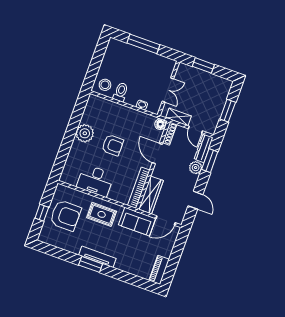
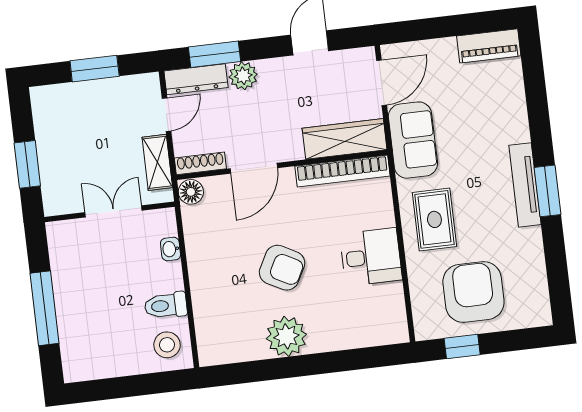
armchair: (113, 145) -> (282, 268), turned 118
desk: (95, 181) -> (371, 257), width x0.73
window: (42, 213) -> (462, 347), moved
door: (166, 221) -> (382, 83), hinge flipped

